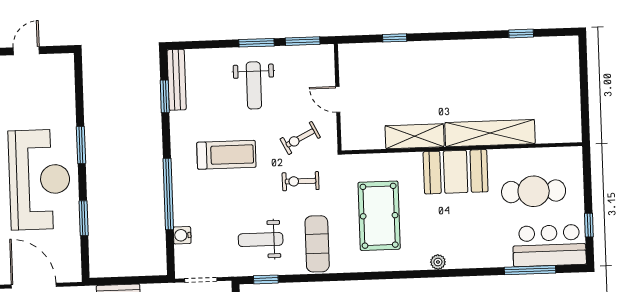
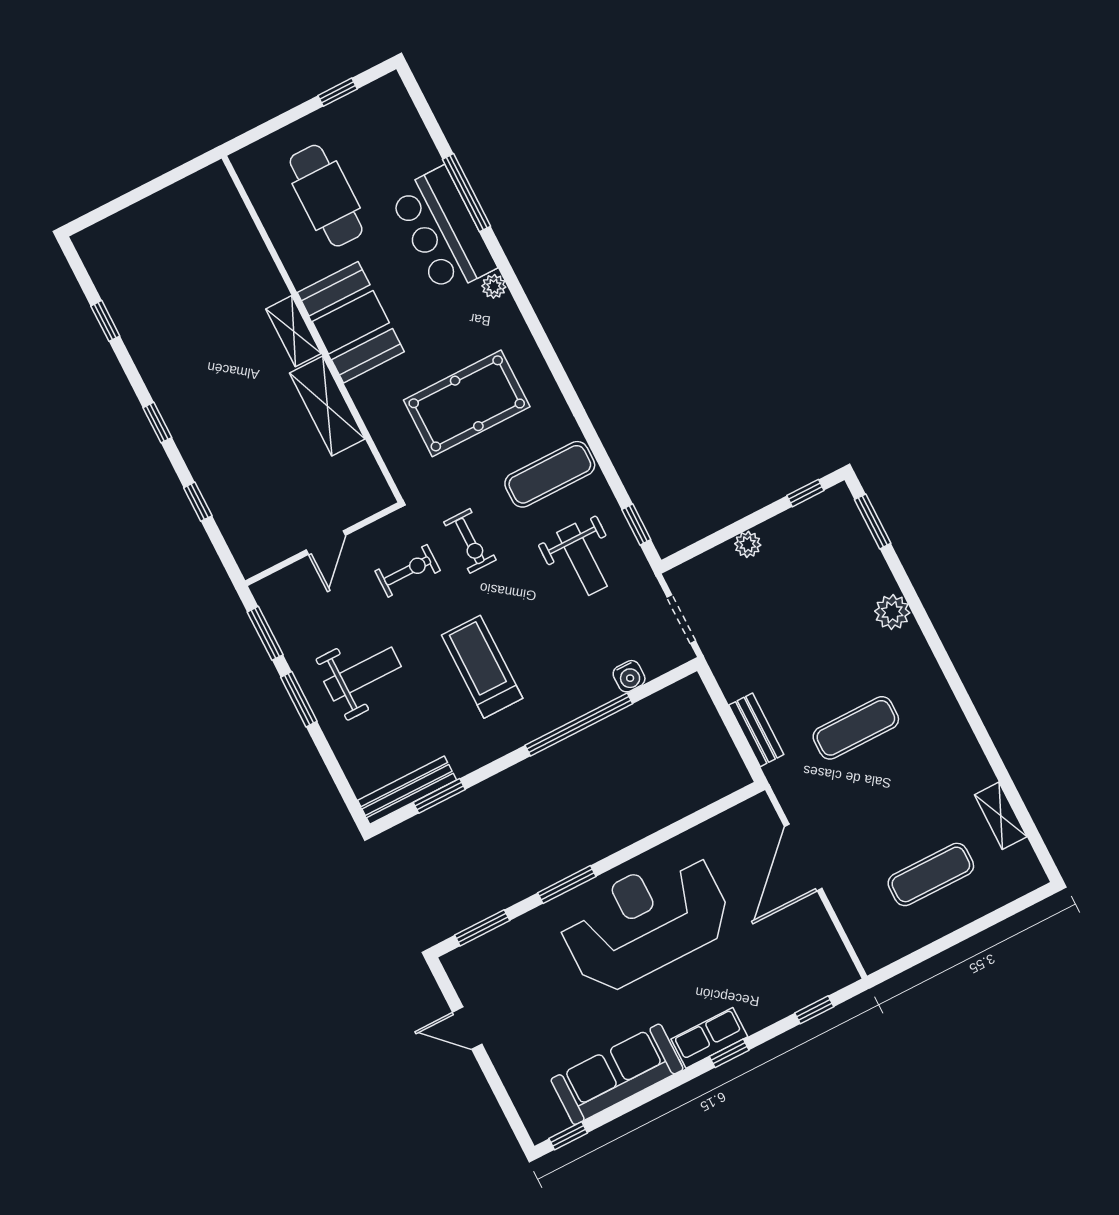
window: (450, 36) -> (157, 423), added
shelving: (490, 133) -> (293, 331), width x0.45, depth x0.75
exercise bike: (300, 138) -> (408, 571), turned -63
window: (84, 218) -> (482, 928), moved
bar counter: (549, 245) -> (443, 231), moved
window: (530, 270) -> (467, 193), moved

